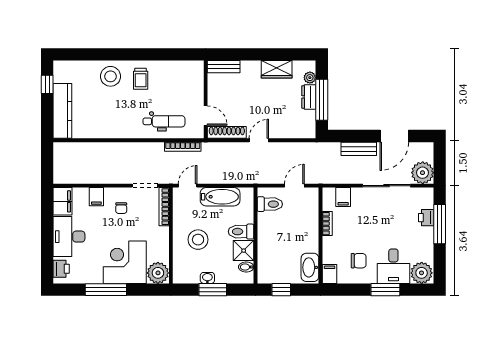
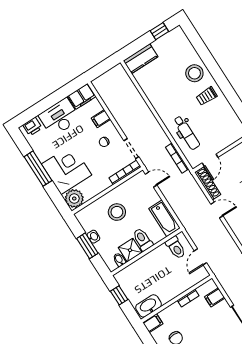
kitchen counter: (62, 111) -> (141, 59), width x0.67
door: (294, 186) -> (200, 257), swing flipped
bathtub: (220, 197) -> (165, 218), moved

